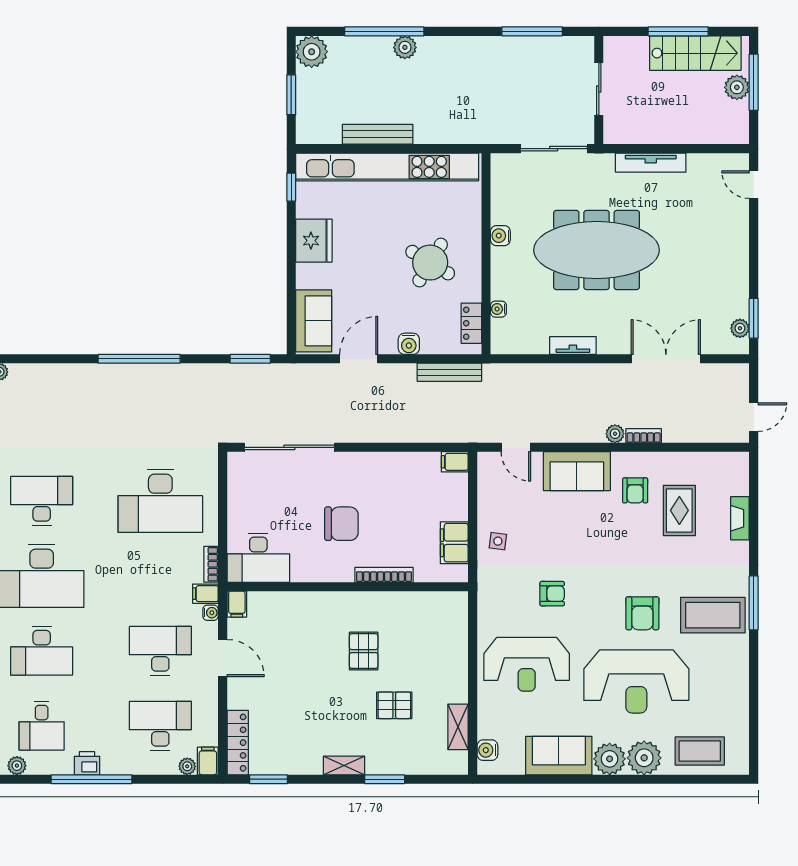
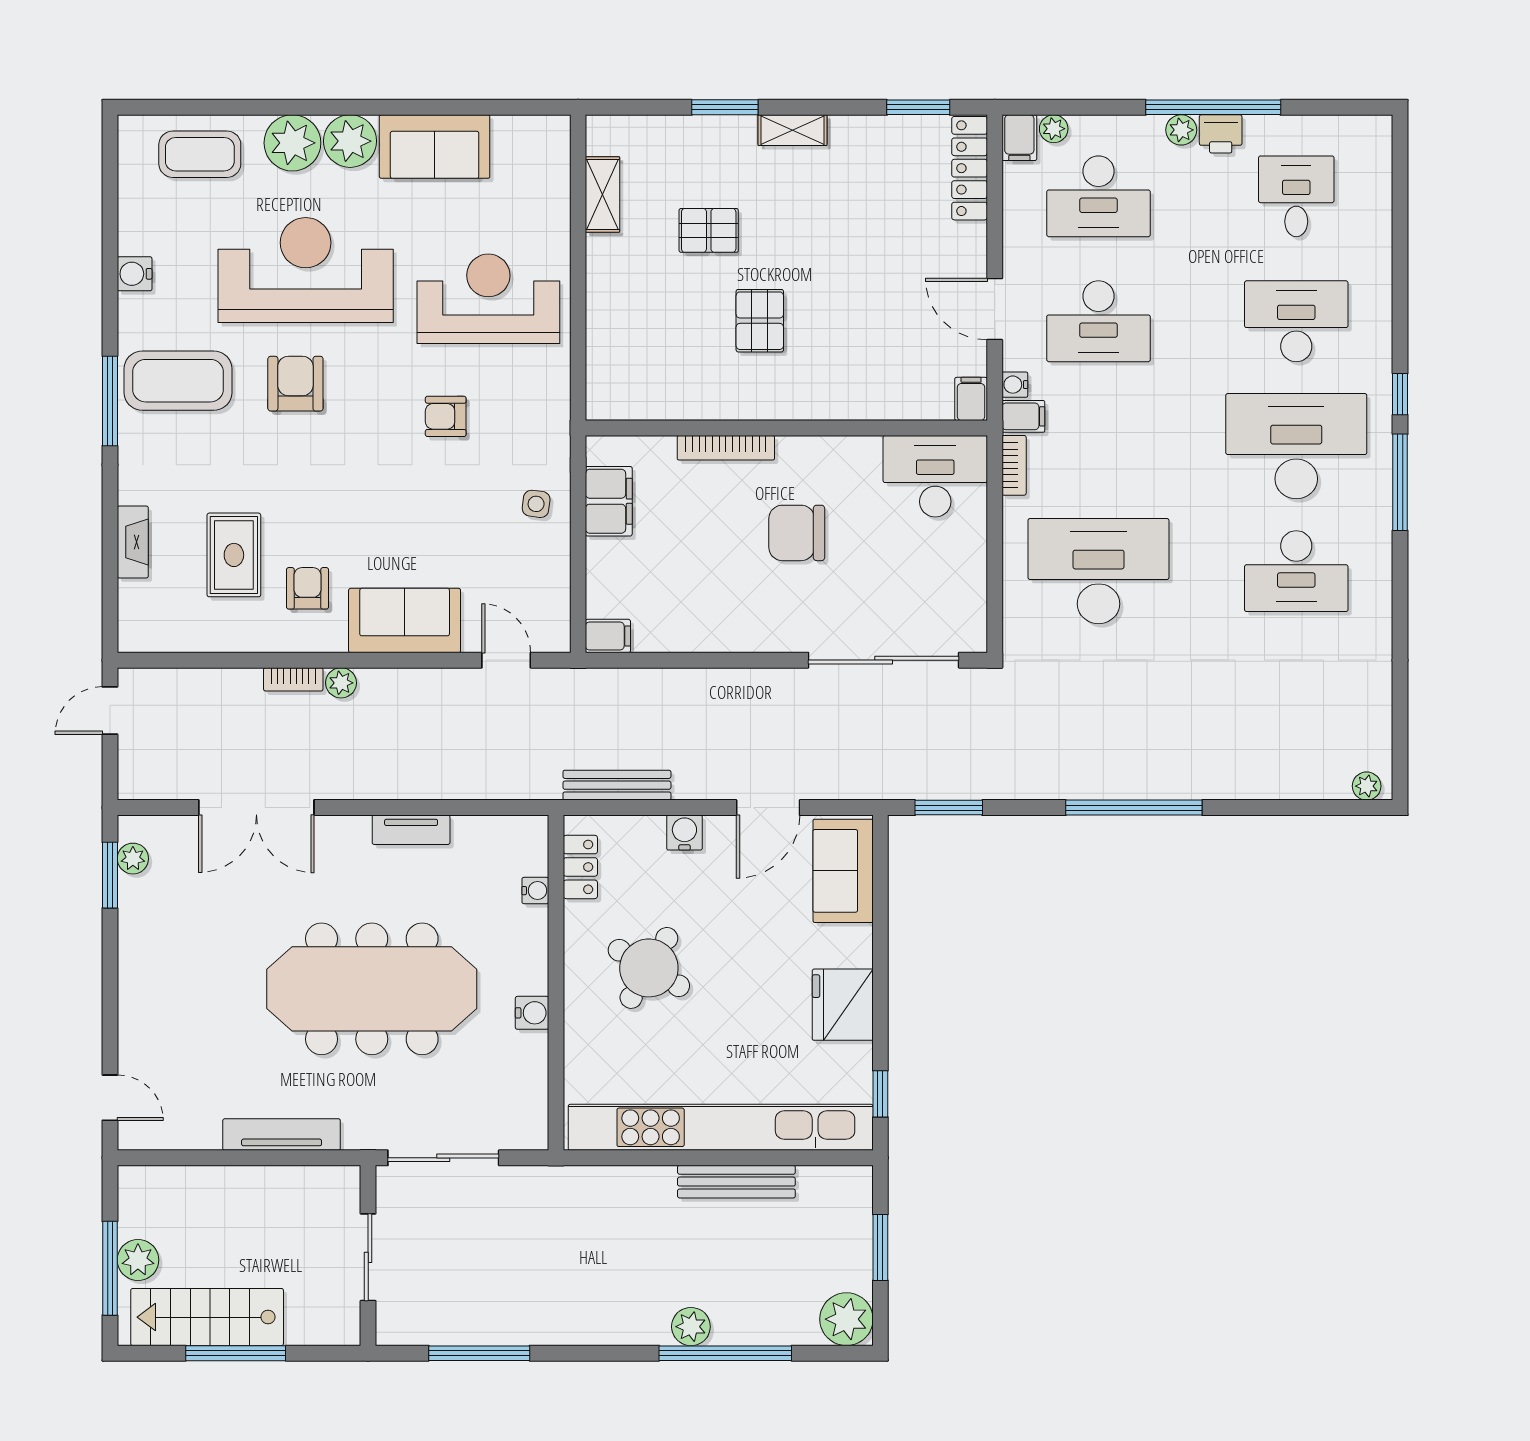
water cooler: (487, 750) -> (135, 274), moved, turned 180
plant: (17, 766) -> (1181, 130), moved

